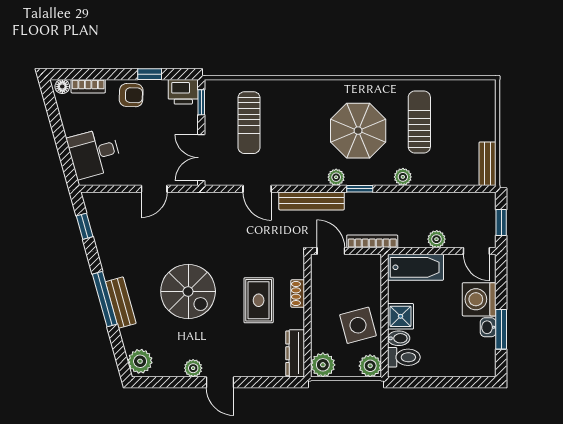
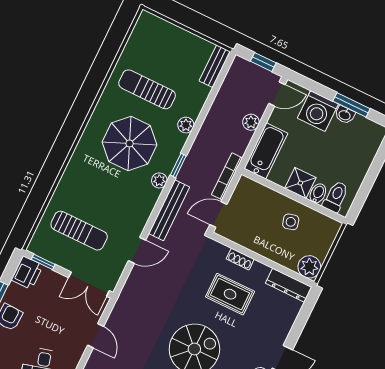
bench: (488, 164) -> (215, 66), moved, turned 90
side table: (358, 325) -> (291, 222), width x0.54, depth x0.54
plant: (370, 366) -> (329, 228), removed

